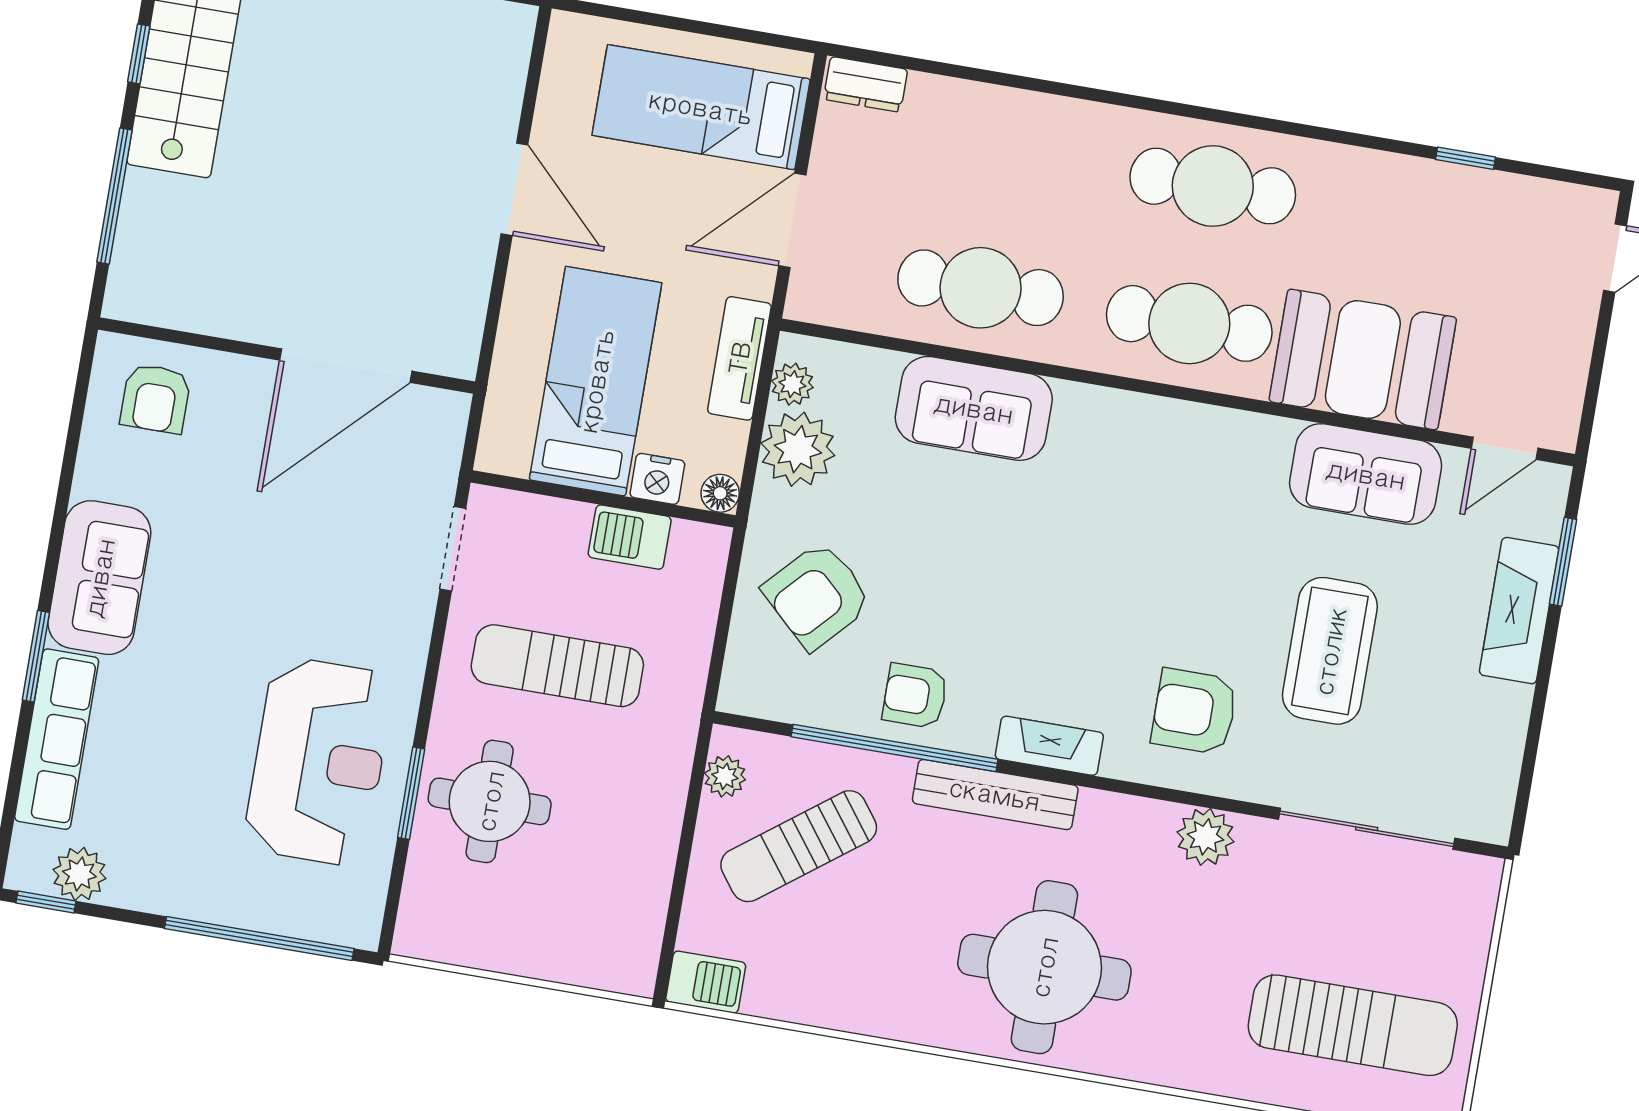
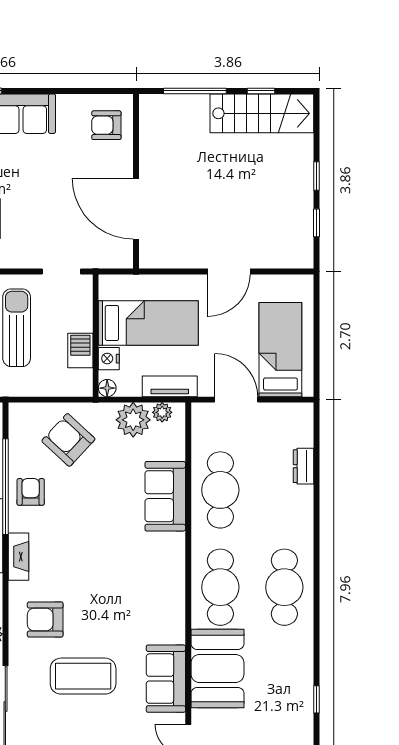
dresser: (866, 84) -> (303, 466), moved
armchair: (1194, 711) -> (45, 620), turned -90

